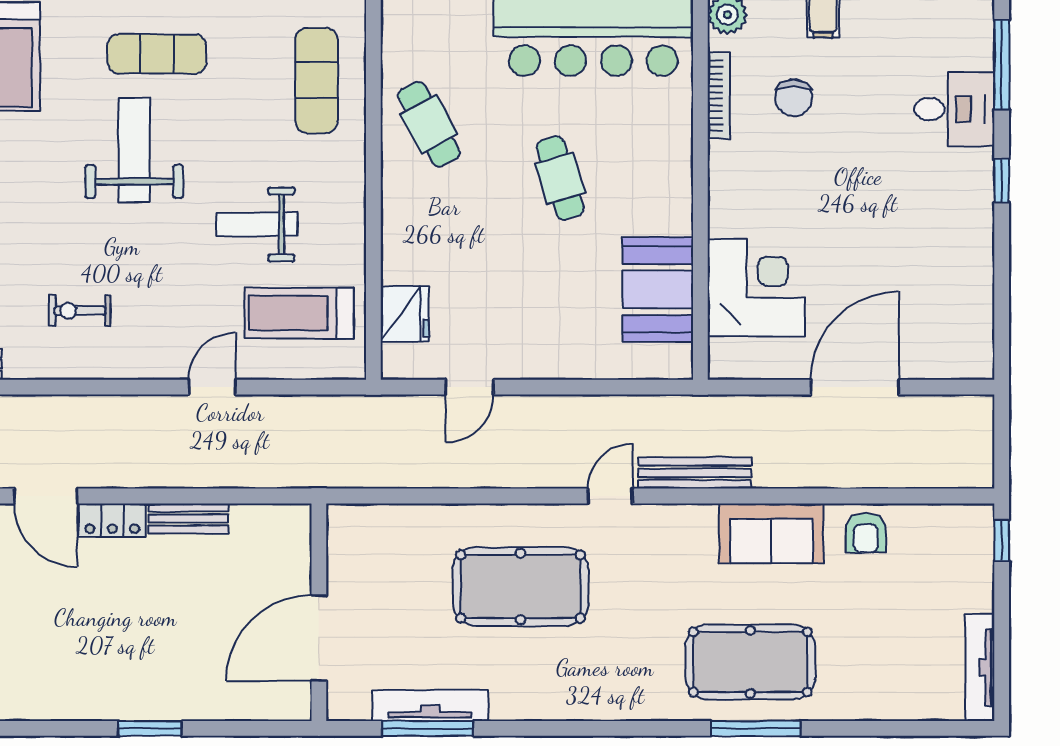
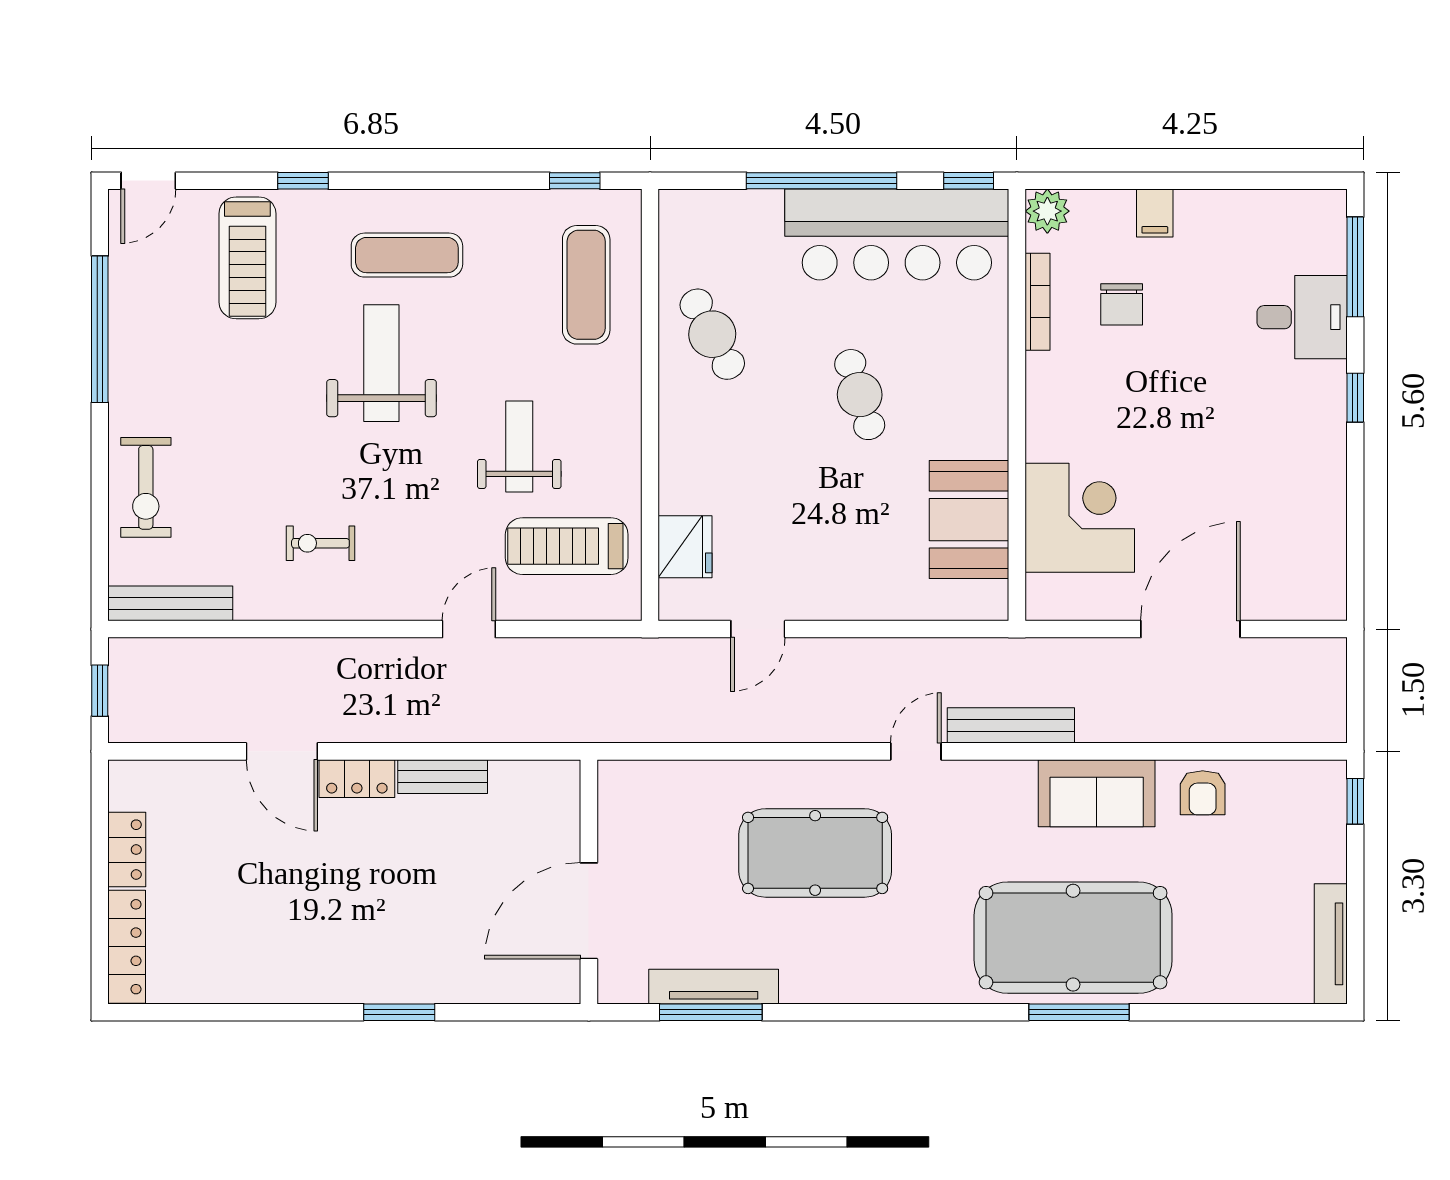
weight bench: (257, 224) -> (519, 447), turned 90
pool table: (750, 662) -> (1073, 938), width x1.36, depth x1.32

